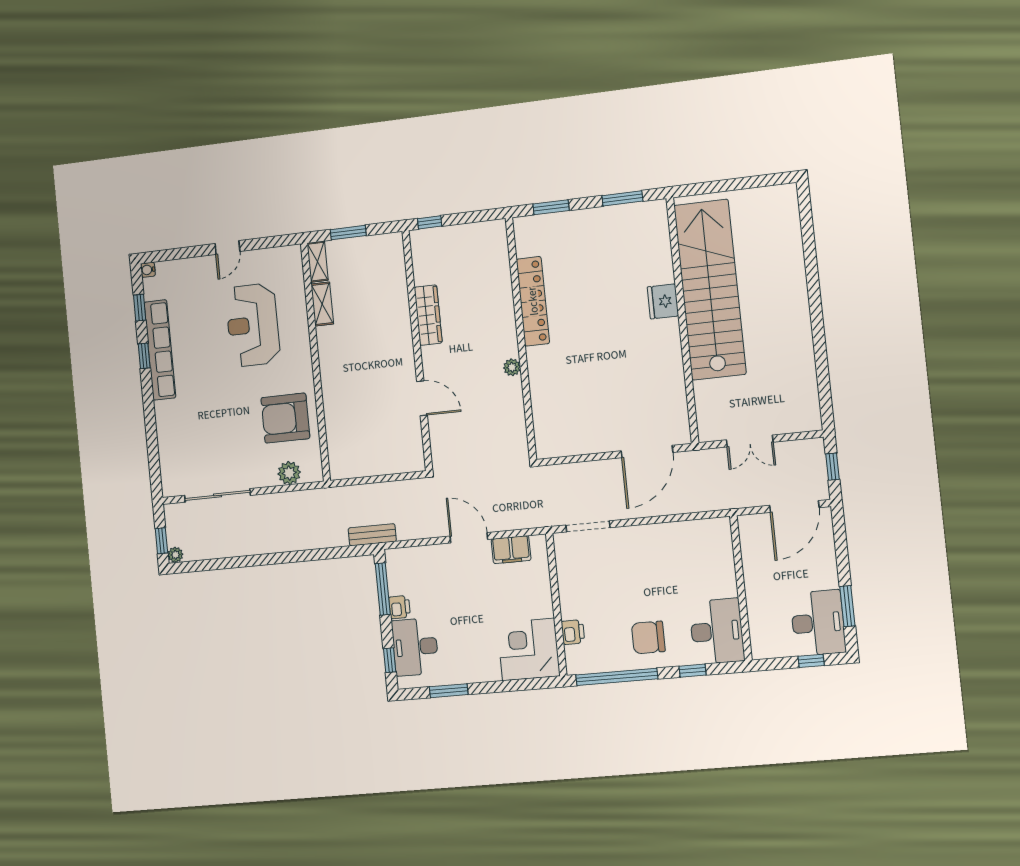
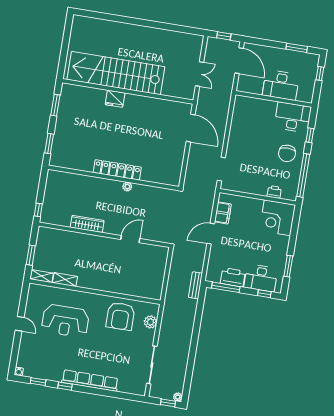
locker: (533, 301) -> (117, 170), moved
row of seats: (160, 350) -> (90, 381), moved
printer: (400, 607) -> (233, 277), width x1.87, depth x1.48
desk: (818, 623) -> (281, 85), moved, turned 180

